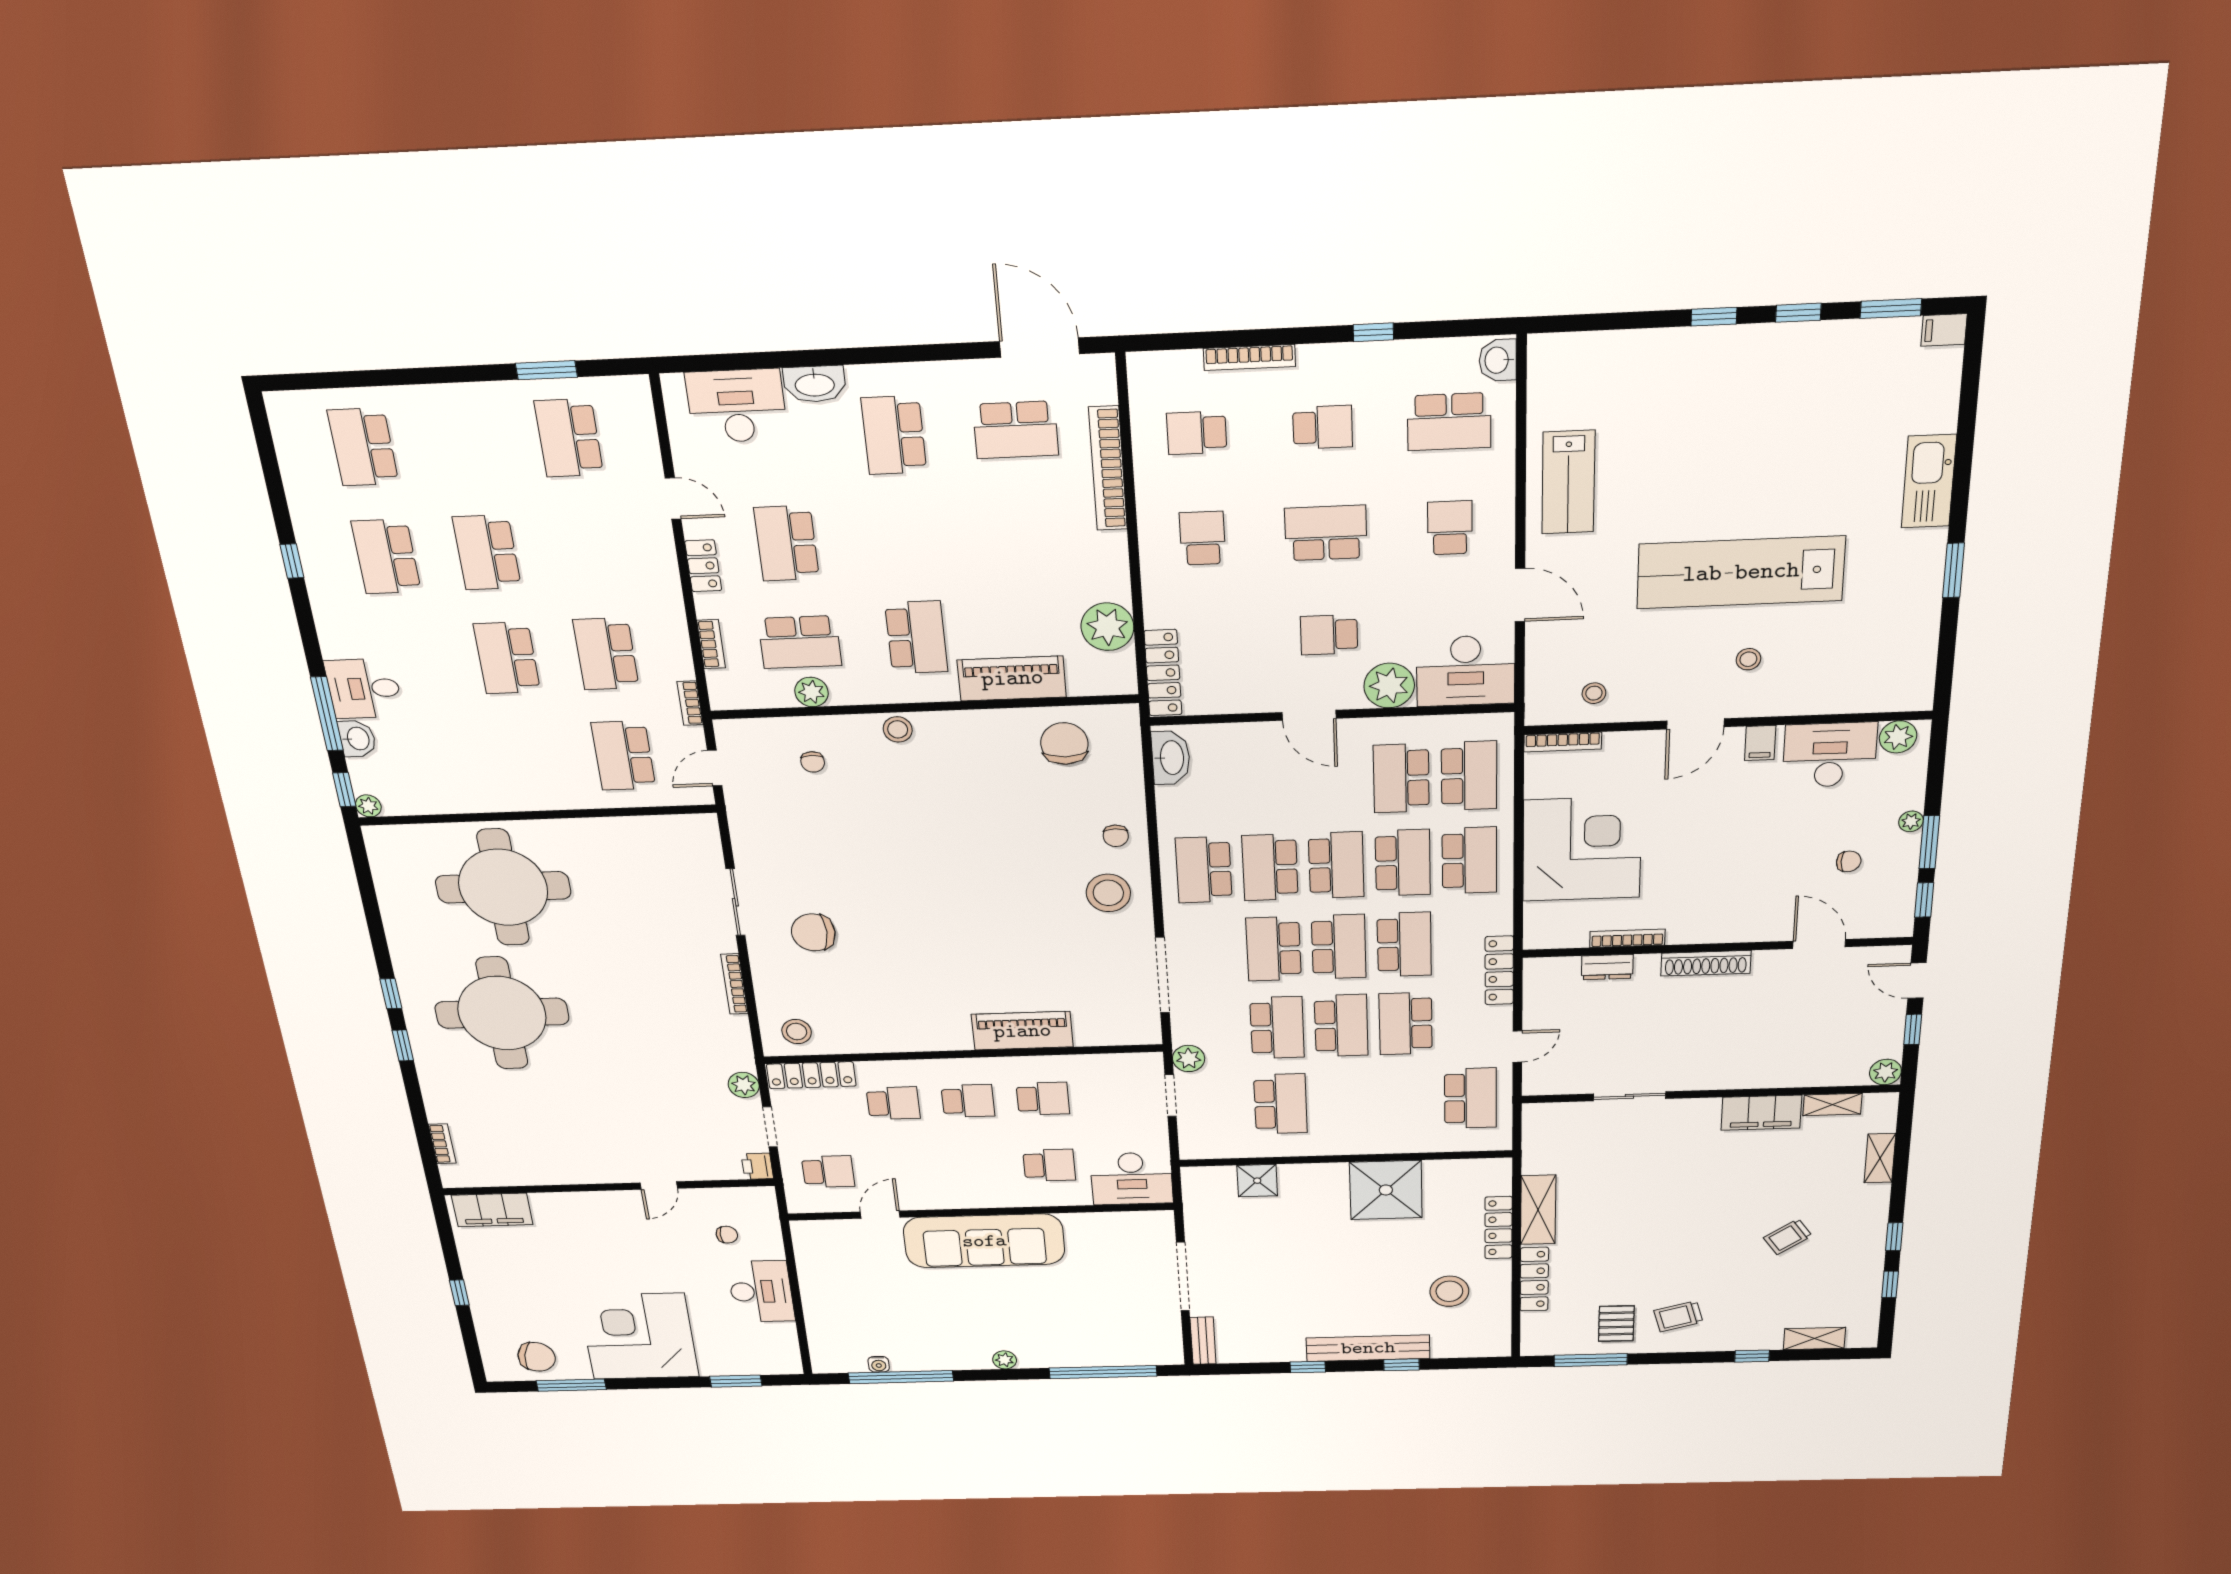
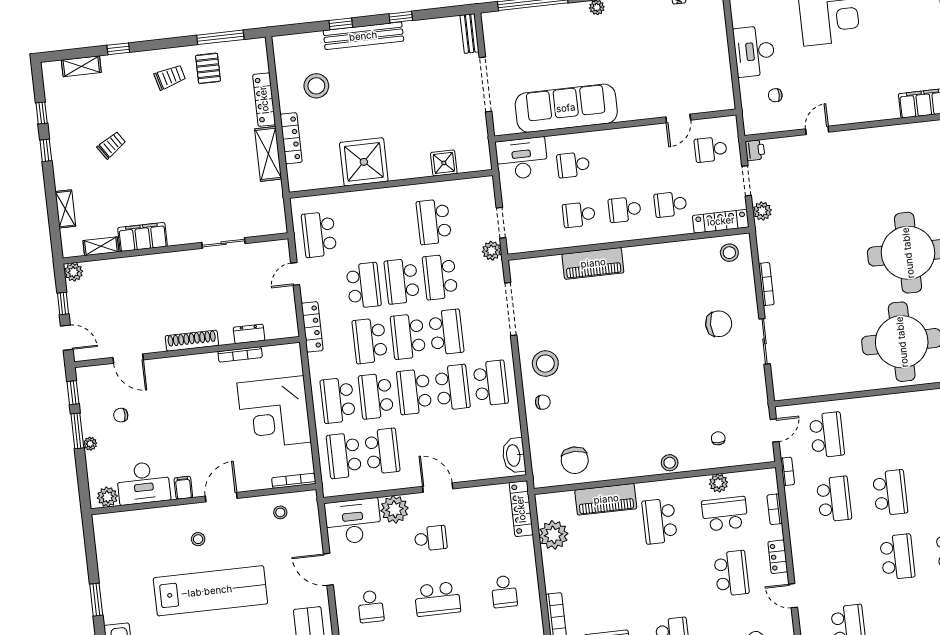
chair: (1116, 836) -> (543, 402), turned 90
sofa: (984, 1241) -> (566, 108), moved

